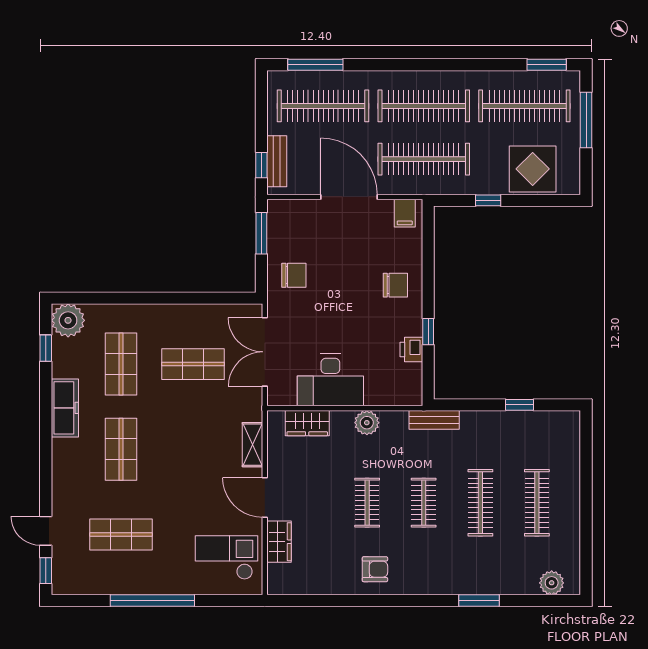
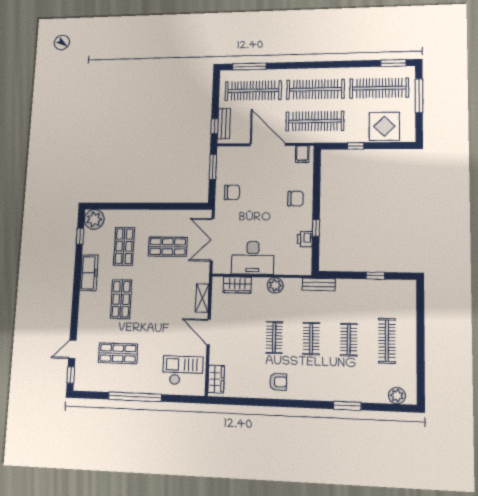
clothes rail: (480, 503) -> (349, 340), width x0.73
door: (46, 531) -> (72, 349), hinge flipped
wardrobe: (279, 542) -> (216, 379), moved

